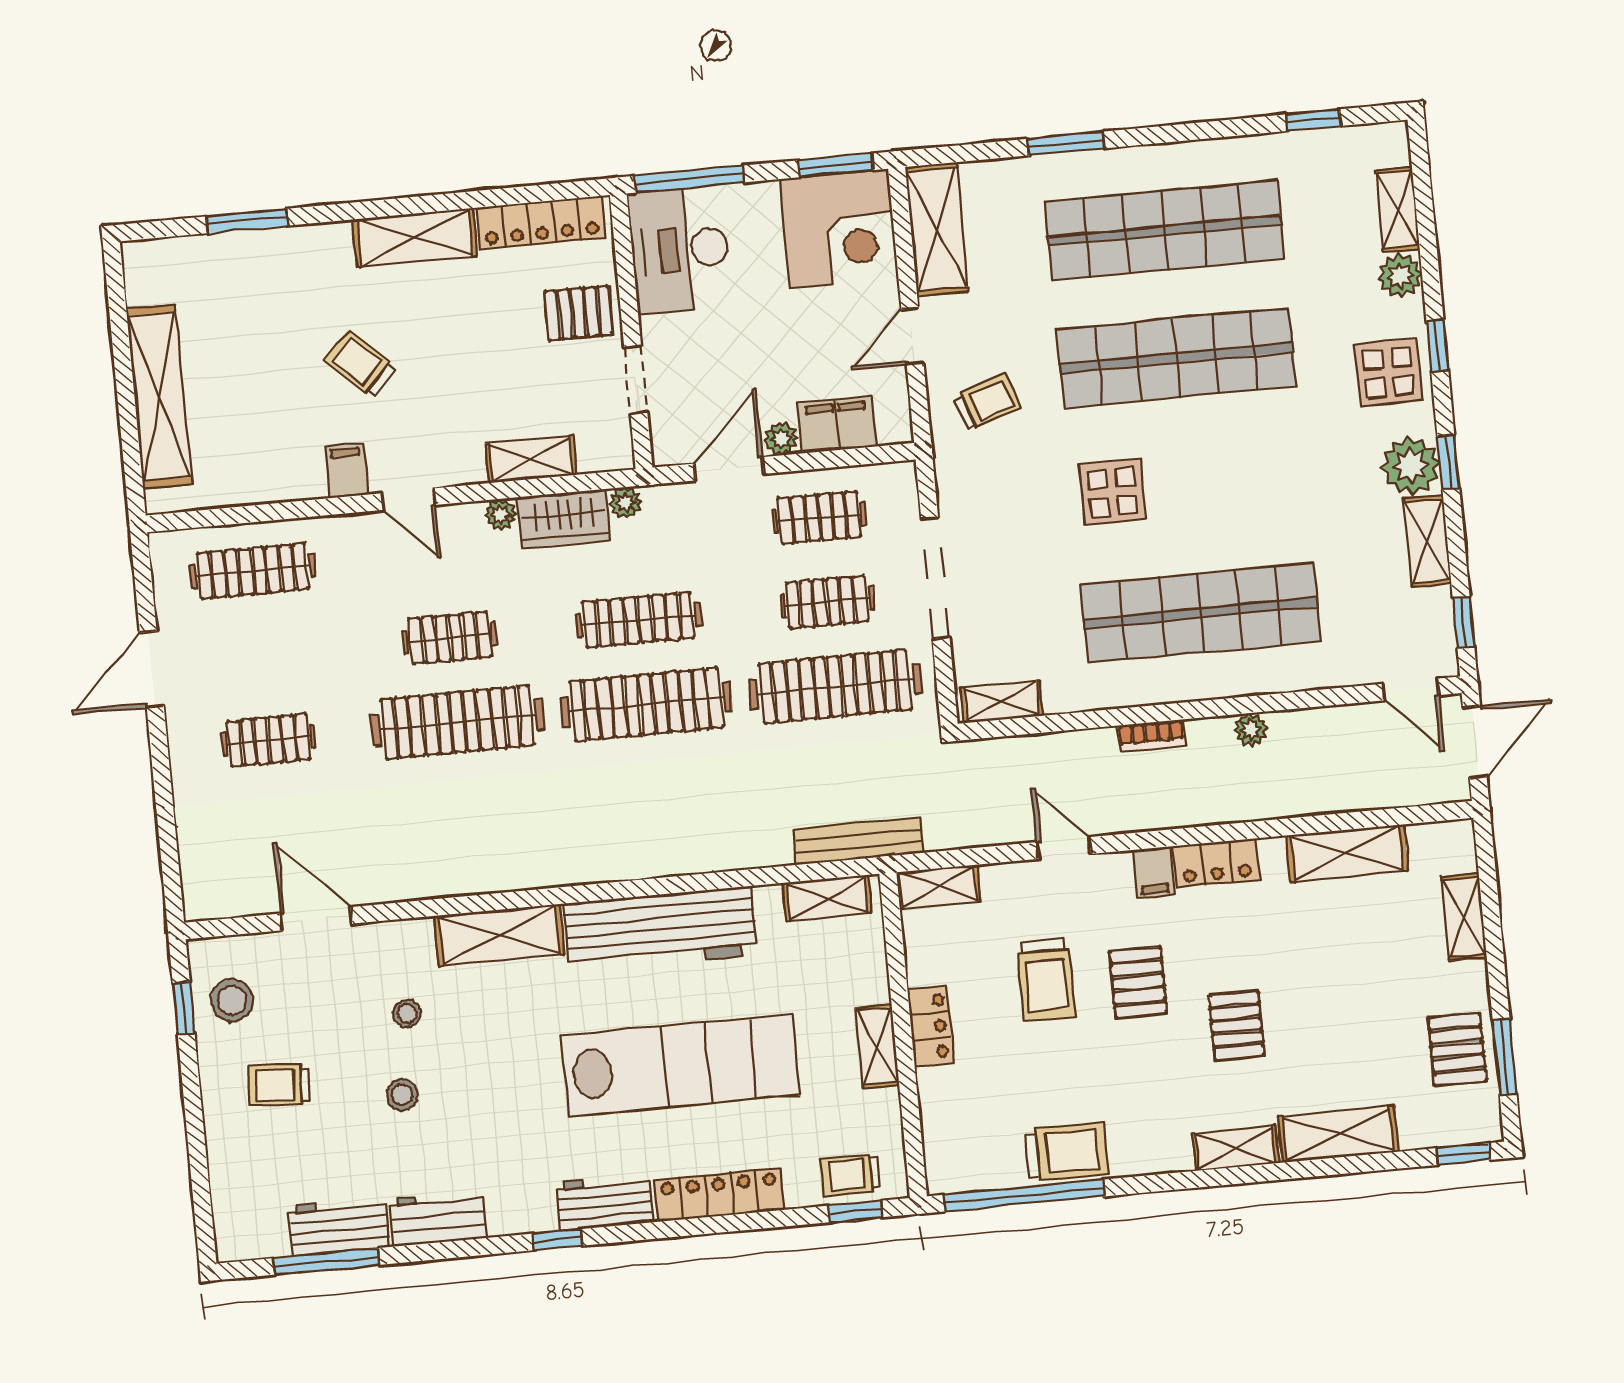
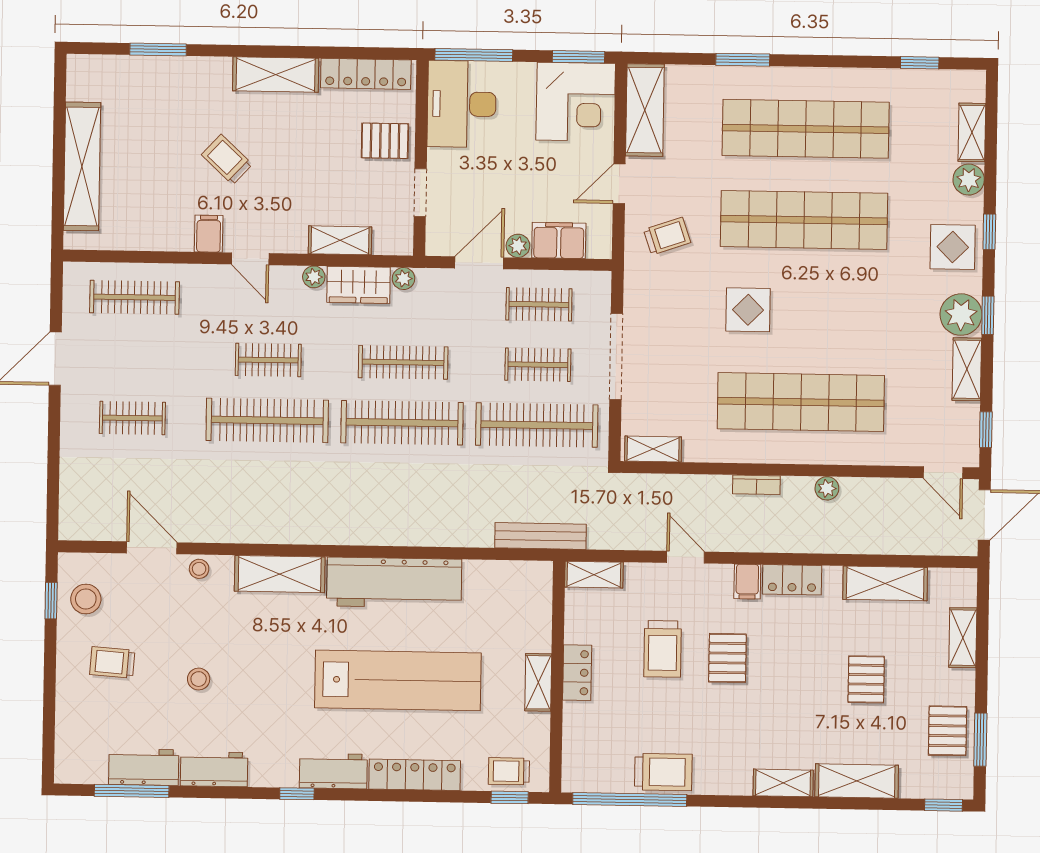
shelving: (827, 898) -> (514, 574), removed
stool: (407, 1014) -> (199, 569), moved
pallet: (1236, 1026) -> (866, 679), moved

